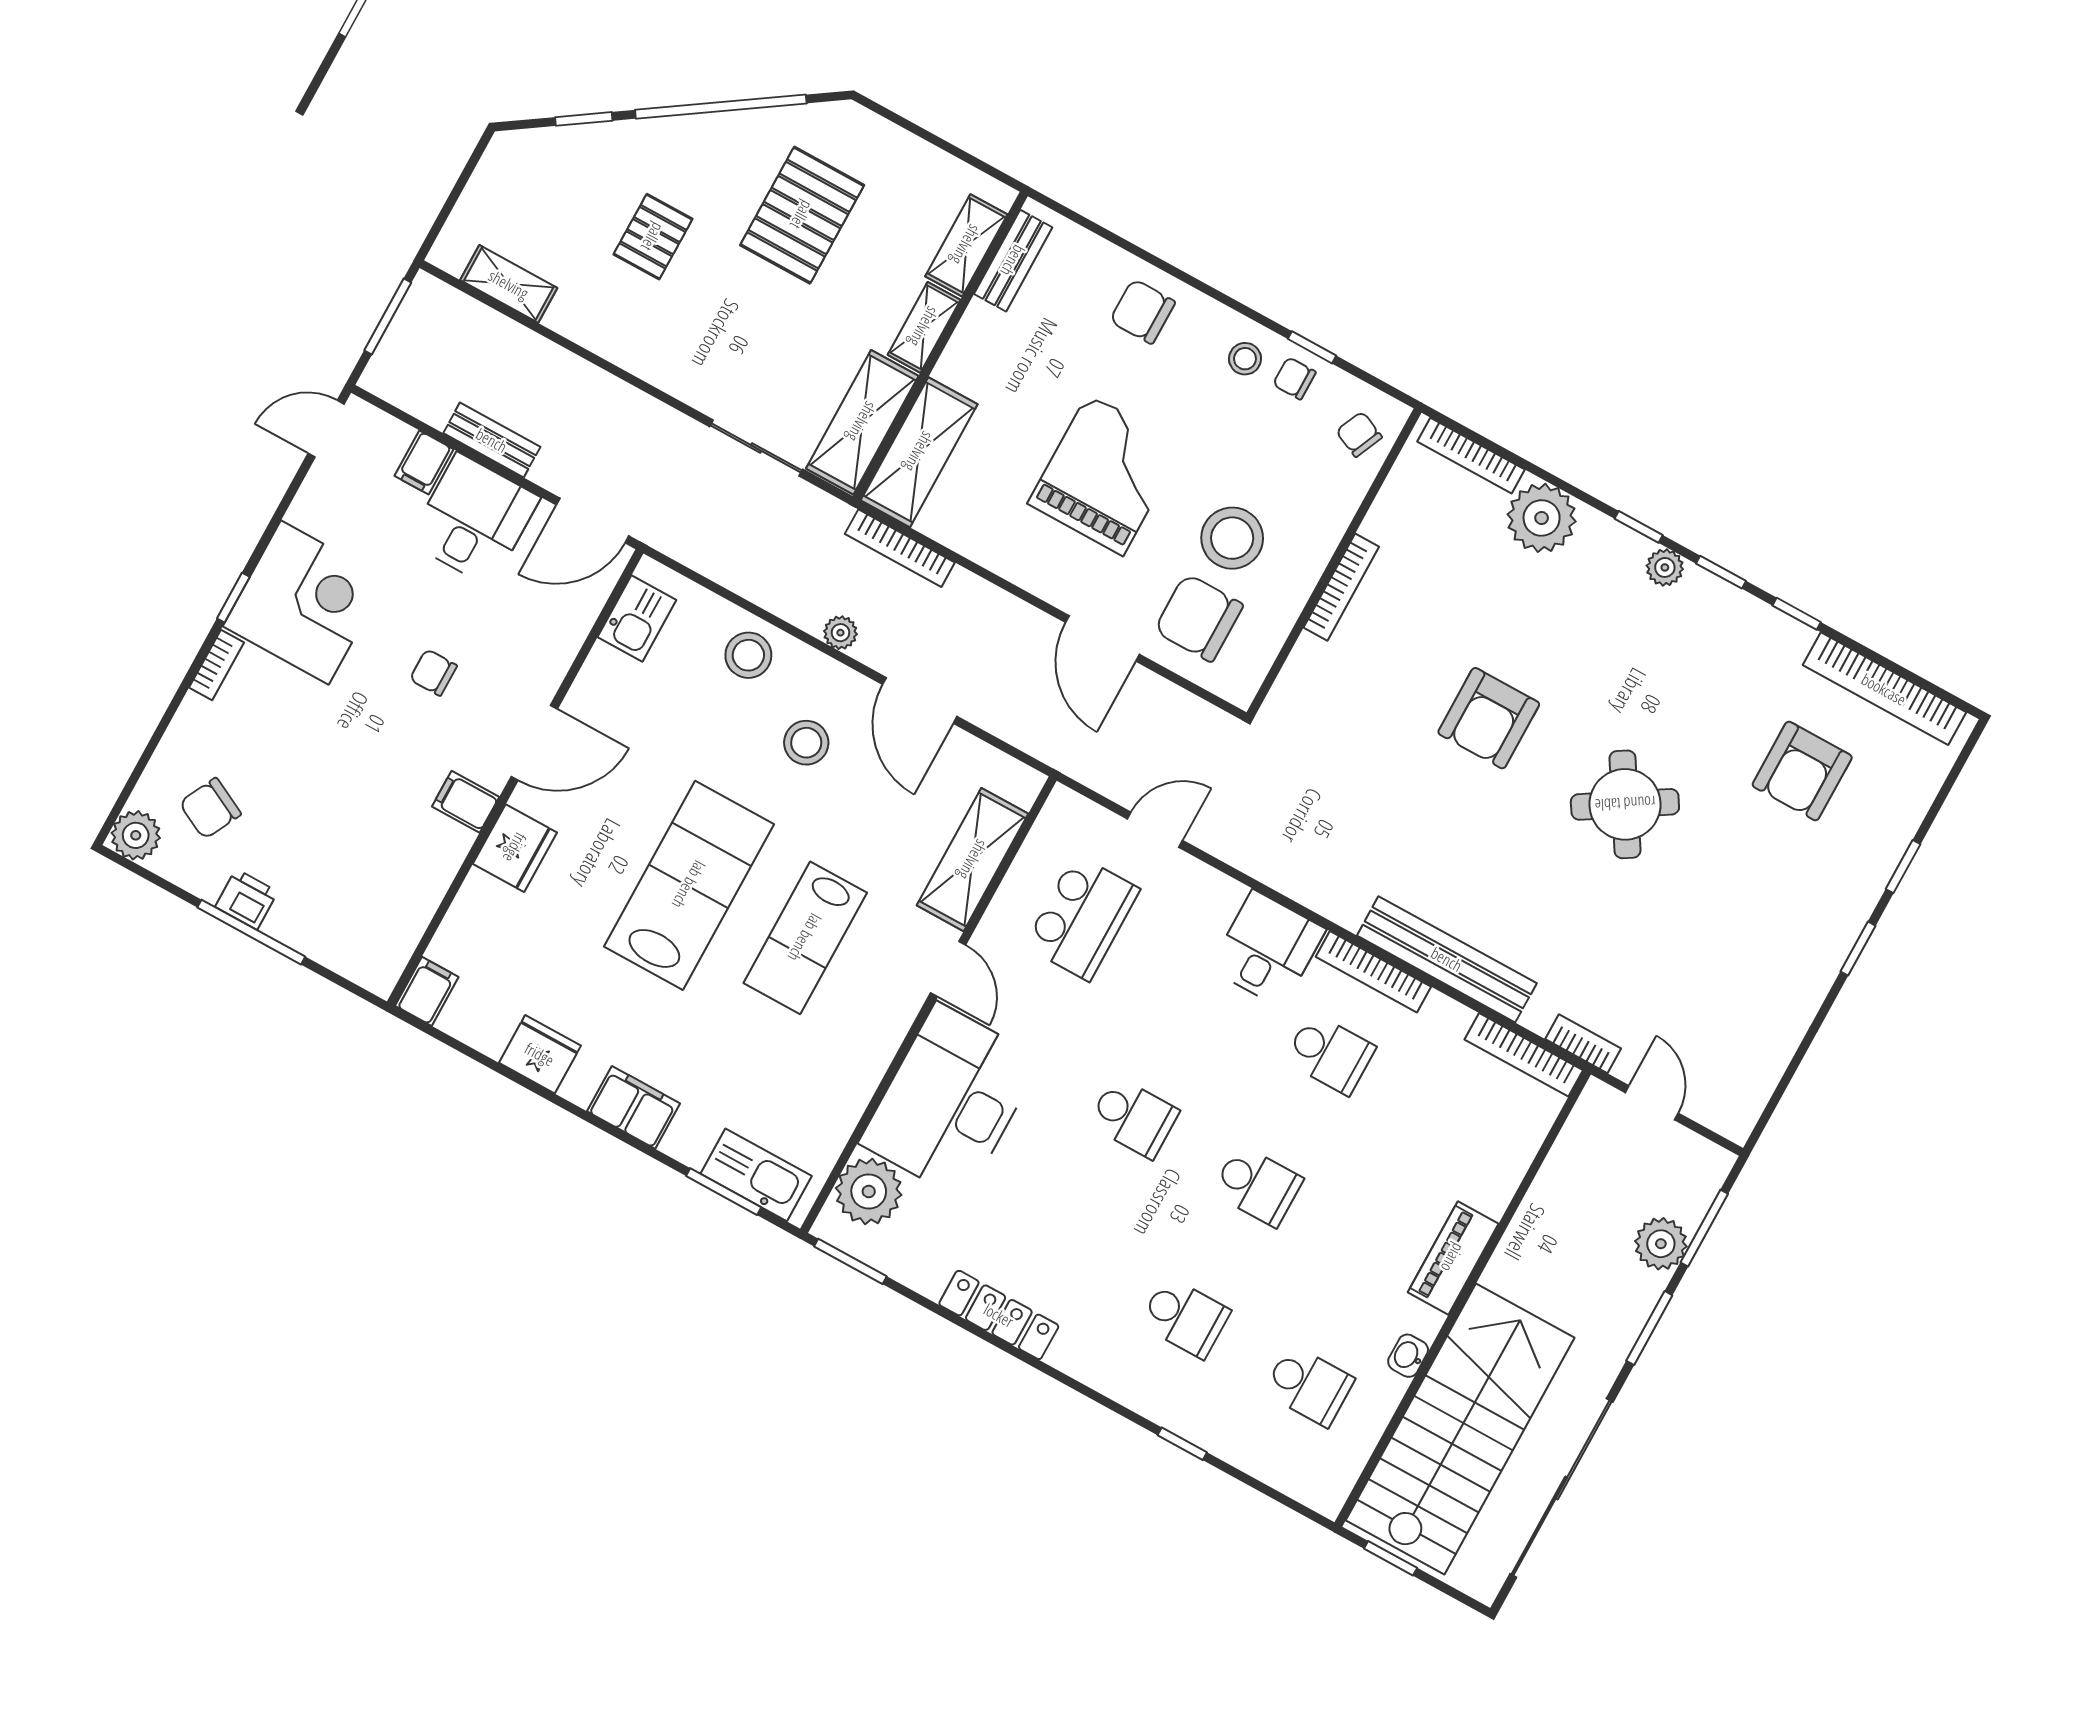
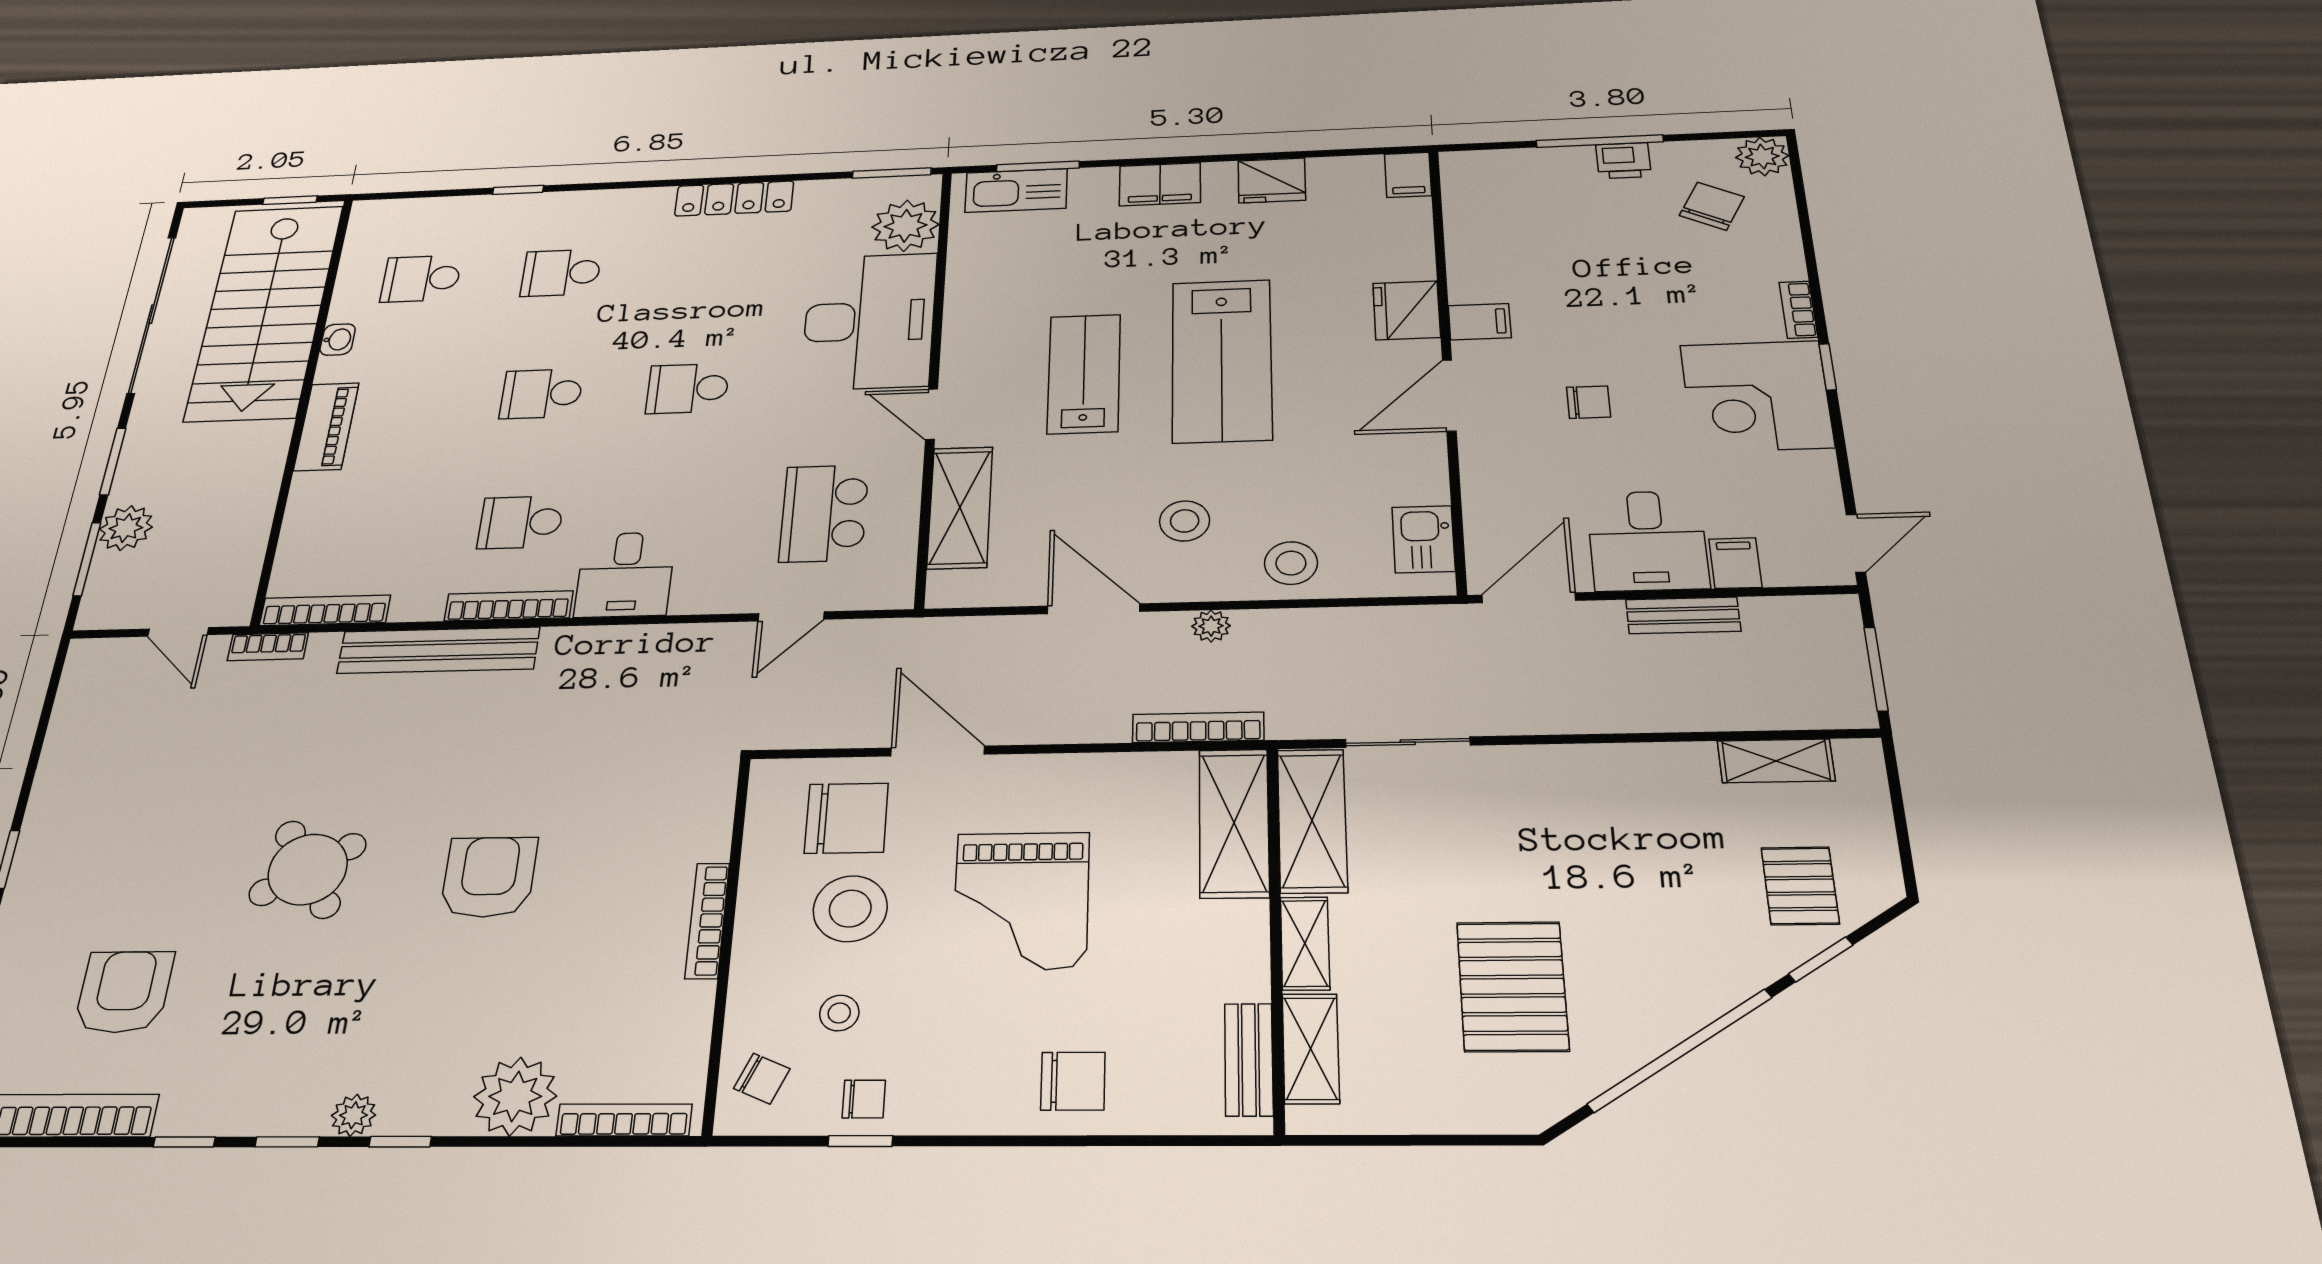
pallet: (653, 237) -> (1800, 886), moved
stool: (1245, 359) -> (839, 1013), moved

